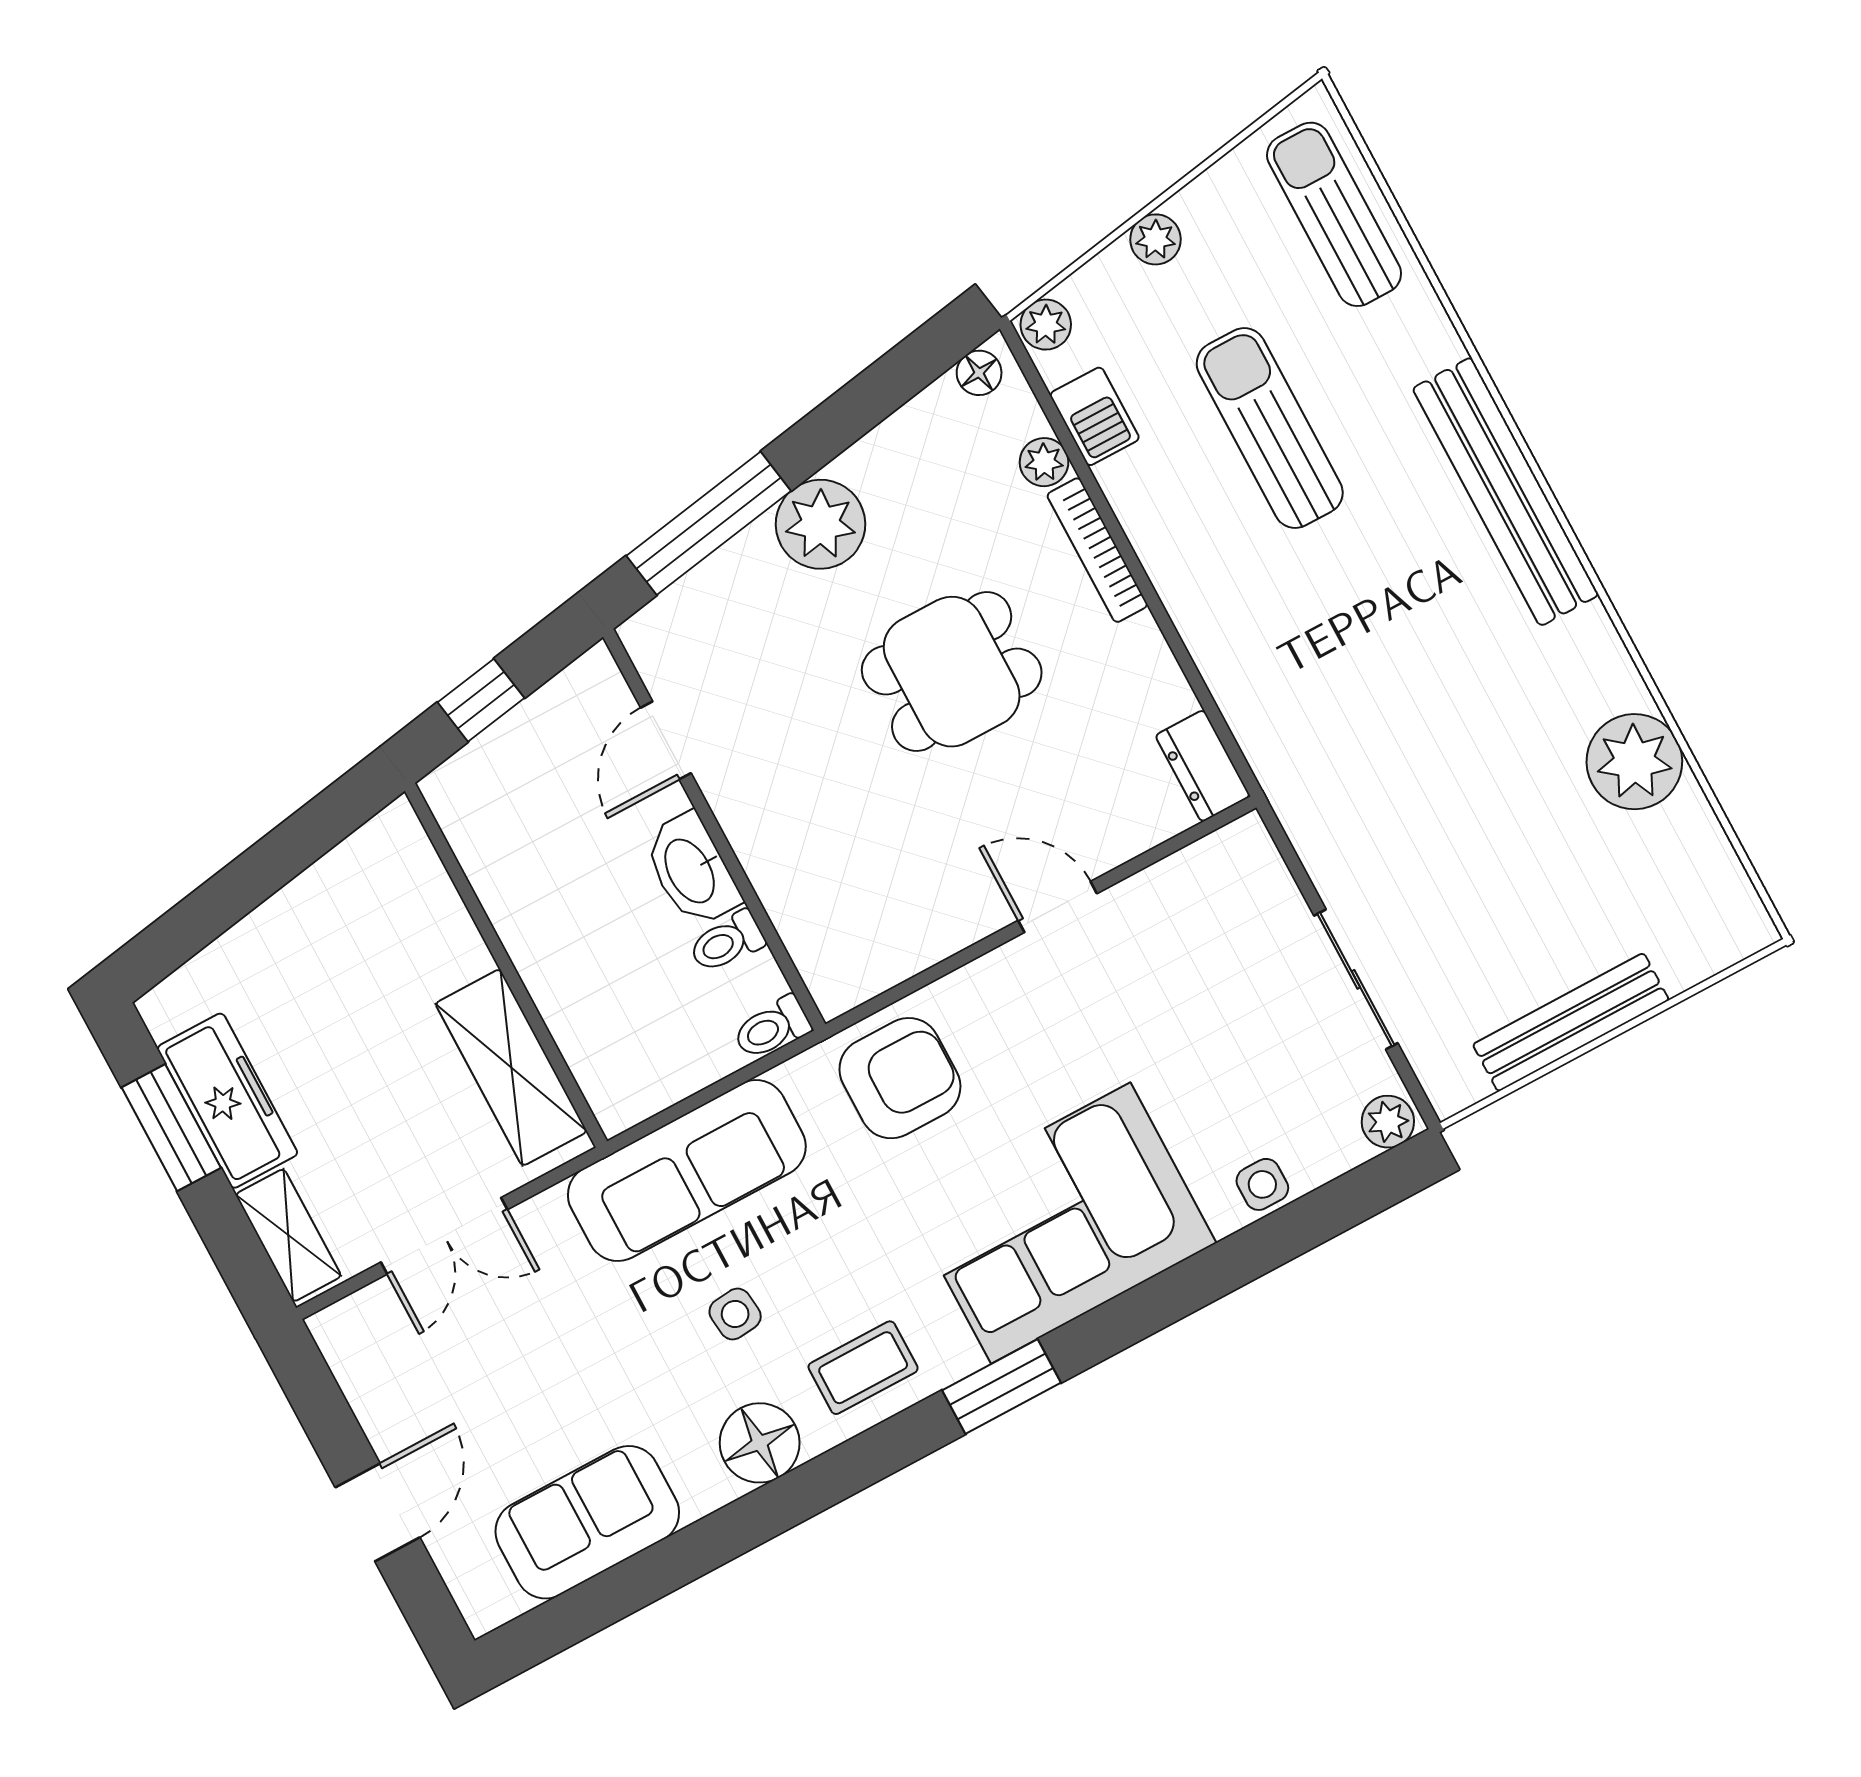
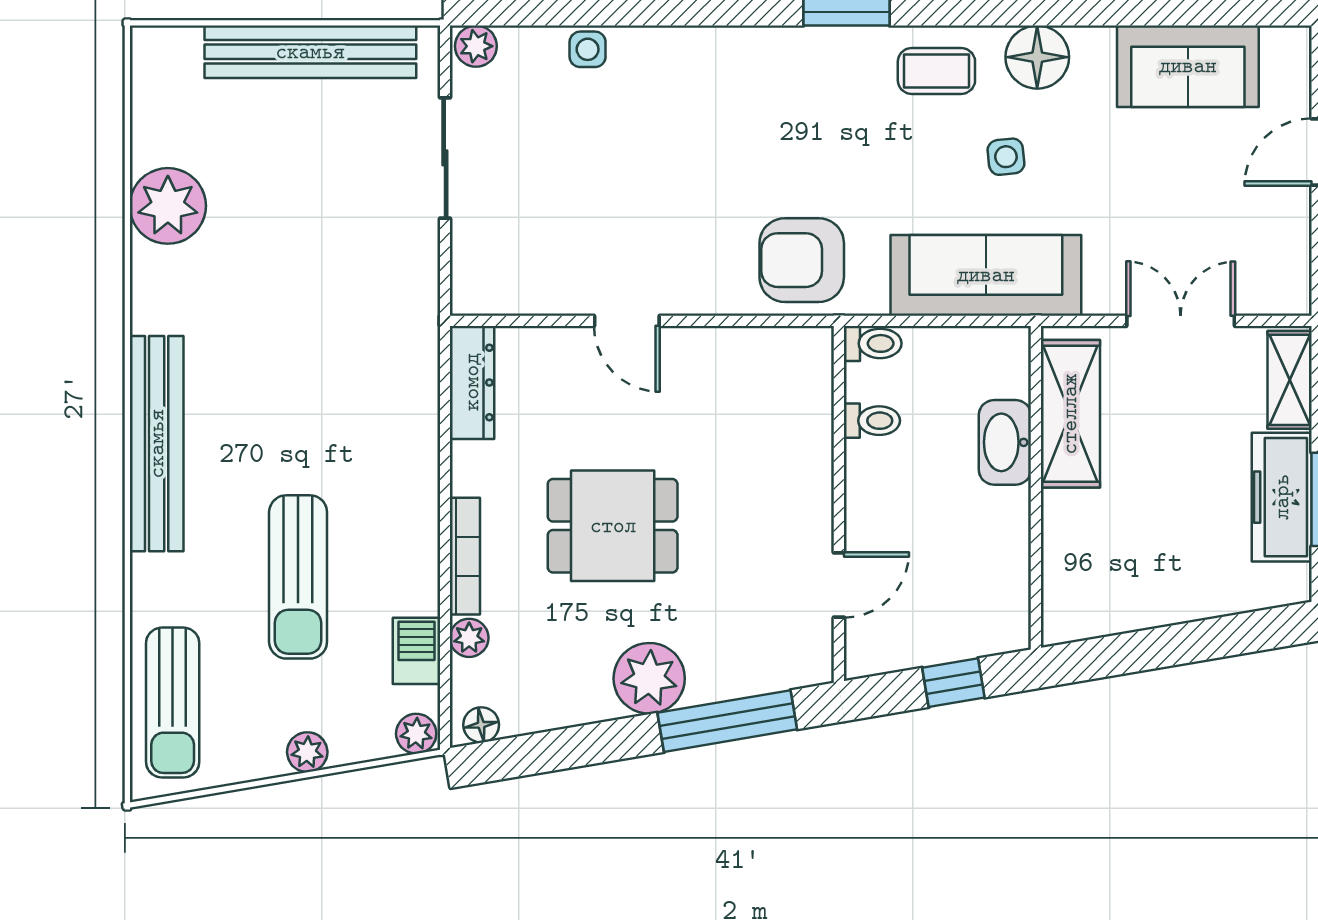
dresser: (1203, 766) -> (472, 382), width x1.44
washbasin: (691, 870) -> (1005, 442), moved, turned 180
bench: (1571, 1022) -> (310, 52), width x1.37, depth x1.21
corner sofa: (1061, 1223) -> (743, 98), removed

